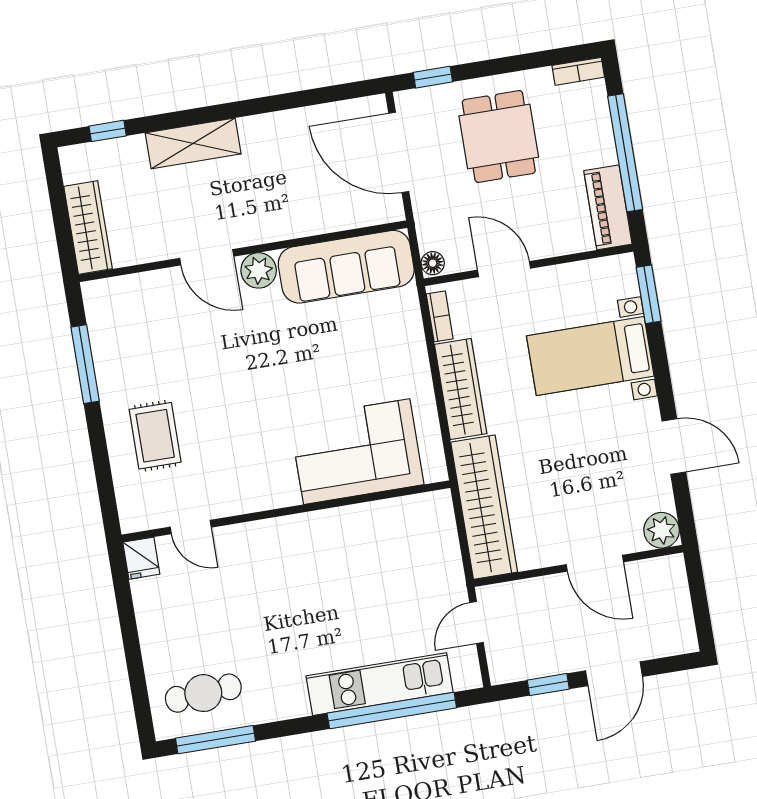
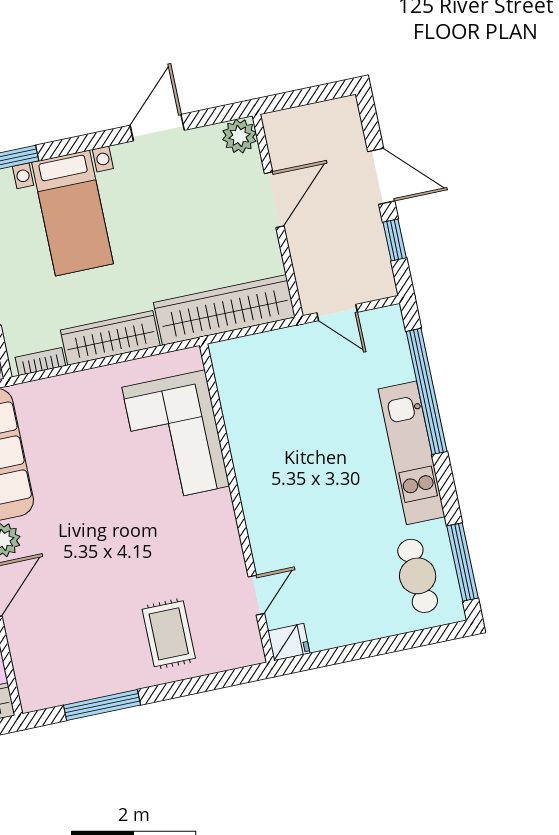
rug: (155, 436) -> (169, 634), turned 90
kitchen unit: (380, 684) -> (412, 453), moved

